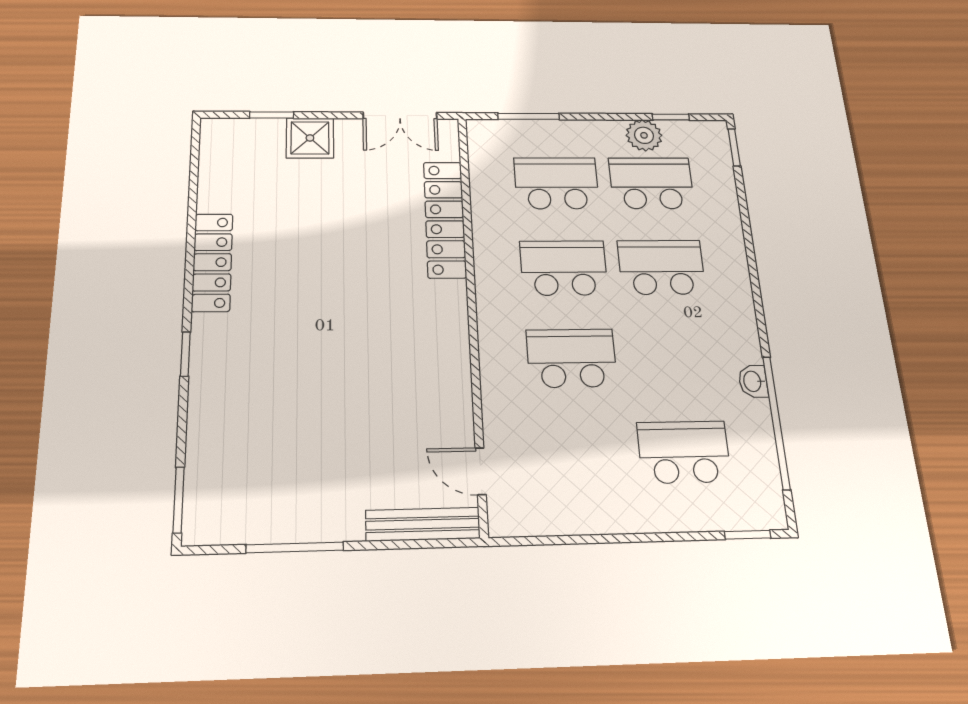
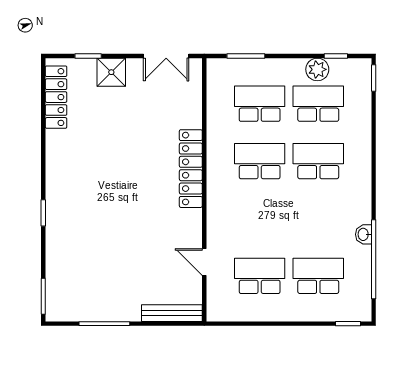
locker: (445, 219) -> (191, 169), moved
locker: (212, 262) -> (56, 97), moved
school desk: (571, 358) -> (260, 276), moved
door: (481, 471) -> (204, 262), moved

